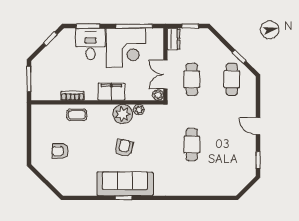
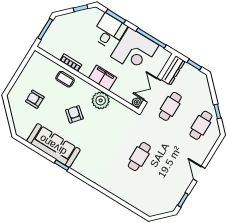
dresser: (174, 39) -> (173, 70), width x1.44
plant: (139, 110) -> (115, 105), removed
armchair: (124, 148) -> (74, 114), moved, turned -63
sofa: (125, 184) -> (53, 145), moved

